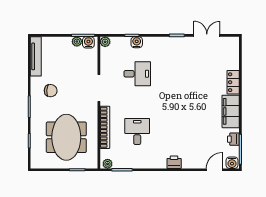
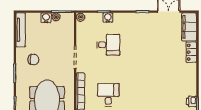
water cooler: (88, 42) -> (46, 18), moved
filing cabinet: (231, 111) -> (189, 27), moved

